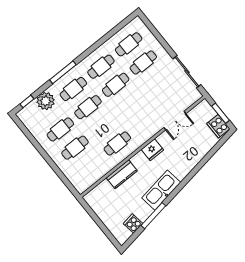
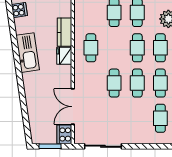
cafe table: (143, 63) -> (114, 83), moved
double door: (175, 121) -> (73, 107), width x1.37
cooker: (218, 126) -> (64, 134), moved, turned -90
fridge: (152, 150) -> (64, 56), moved
window: (153, 216) -> (13, 31), removed

